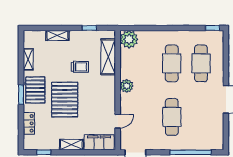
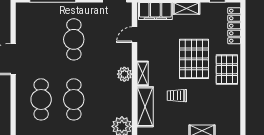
shelving: (28, 59) -> (143, 73), moved
window: (21, 95) -> (243, 64), removed
locker: (29, 123) -> (234, 26), width x1.53

